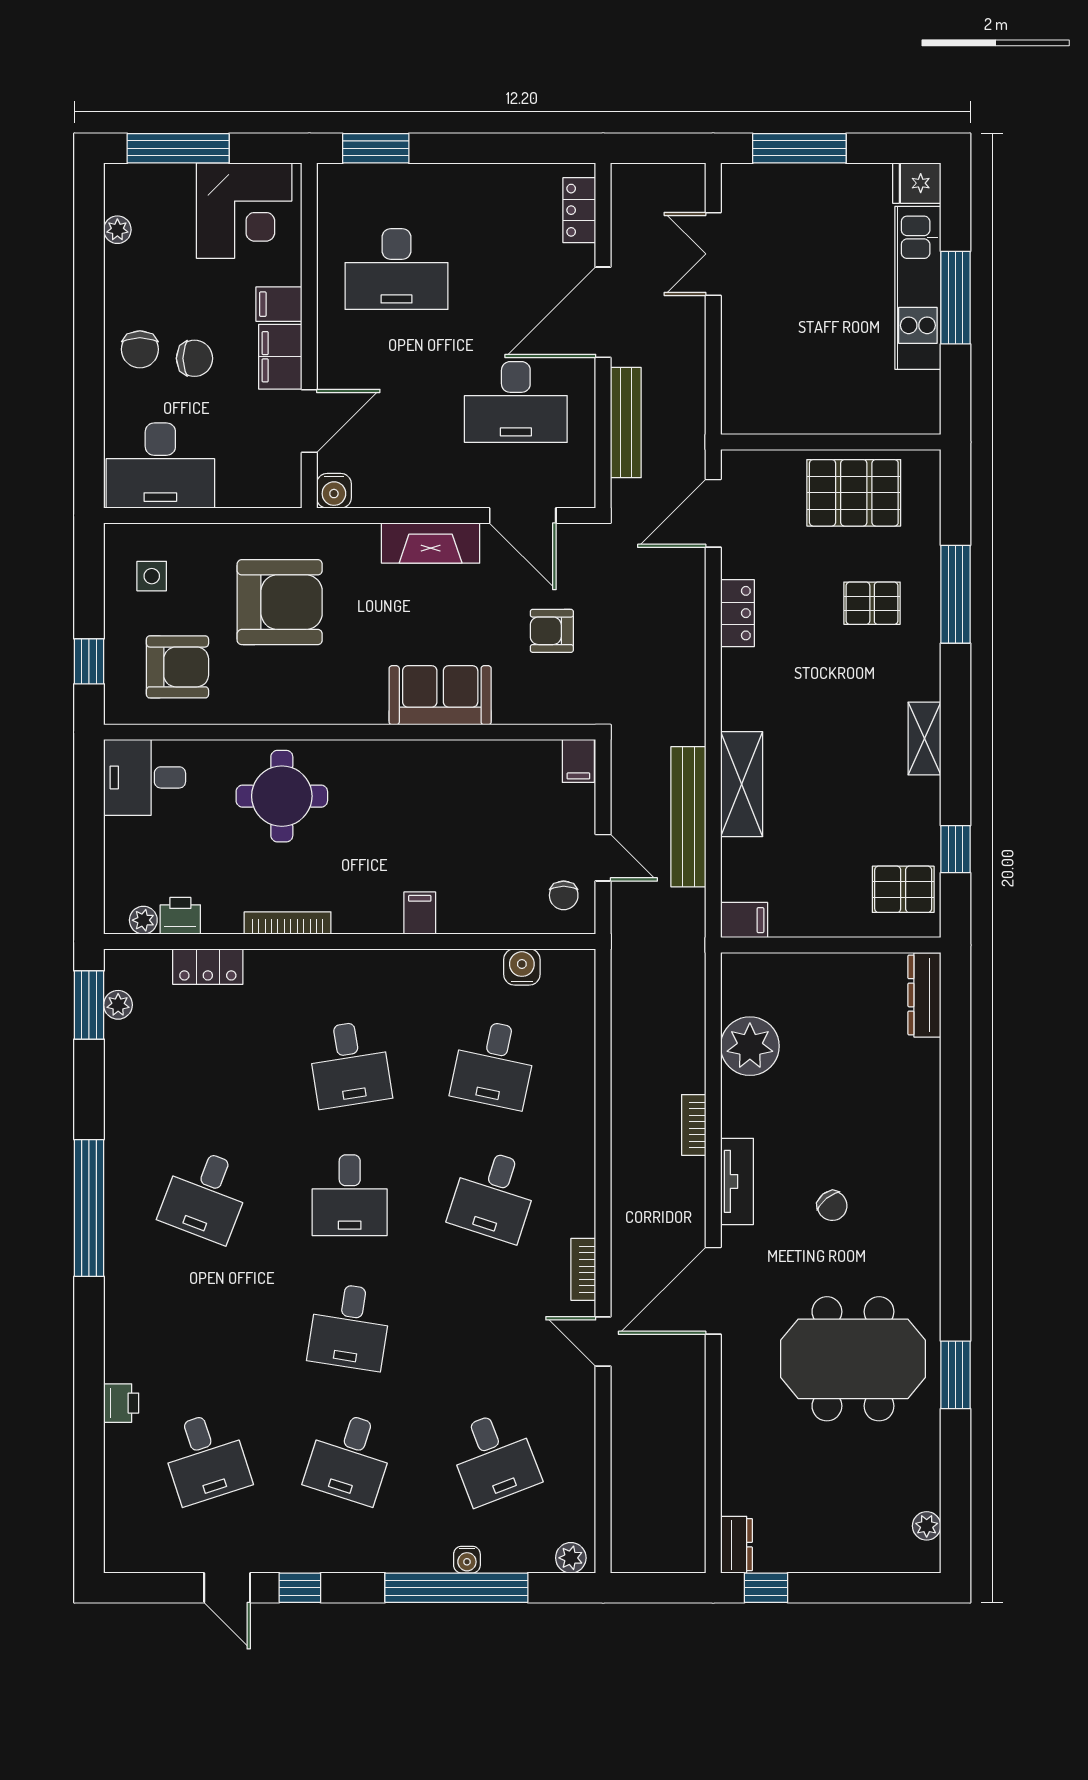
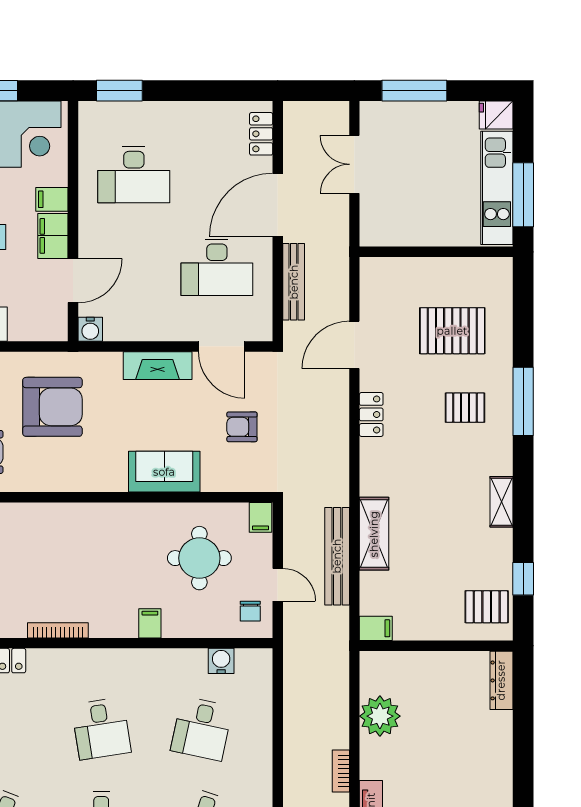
wall: (831, 442) -> (436, 252), moved
round table: (282, 796) -> (199, 558), moved

